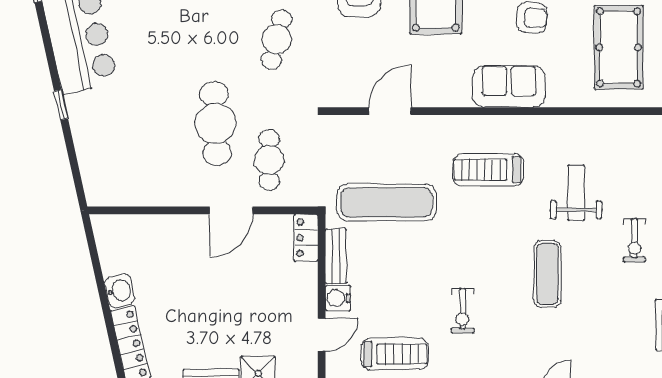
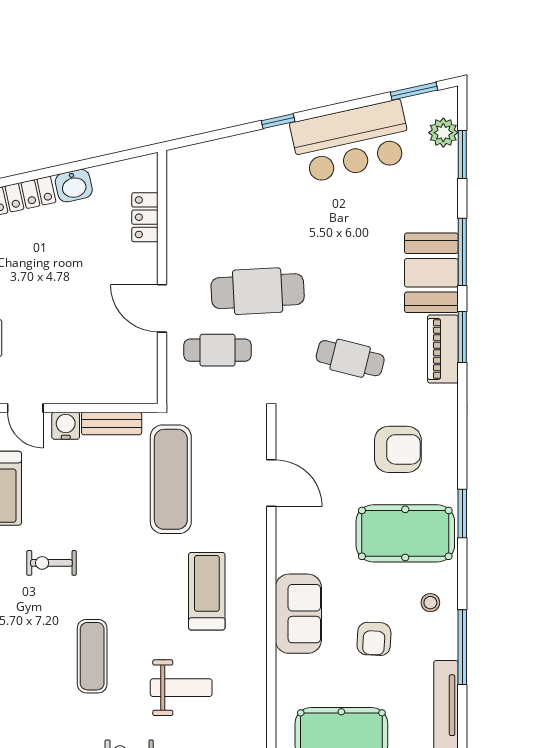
locker: (306, 238) -> (145, 217), moved, turned -90
exercise mat: (547, 274) -> (92, 656), turned 90

